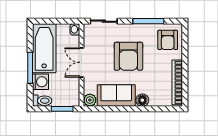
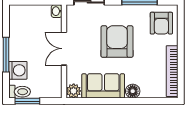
bathtub: (44, 48) -> (22, 32), removed
armchair: (128, 56) -> (117, 42), turned 180
window: (62, 109) -> (27, 101), moved

